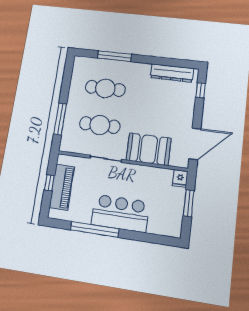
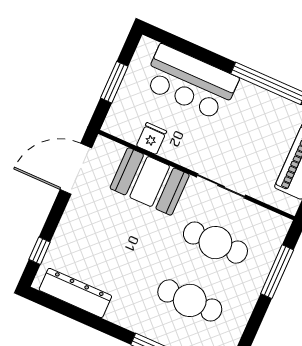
fridge: (180, 179) -> (151, 139), moved
bar counter: (120, 213) -> (190, 82), moved

